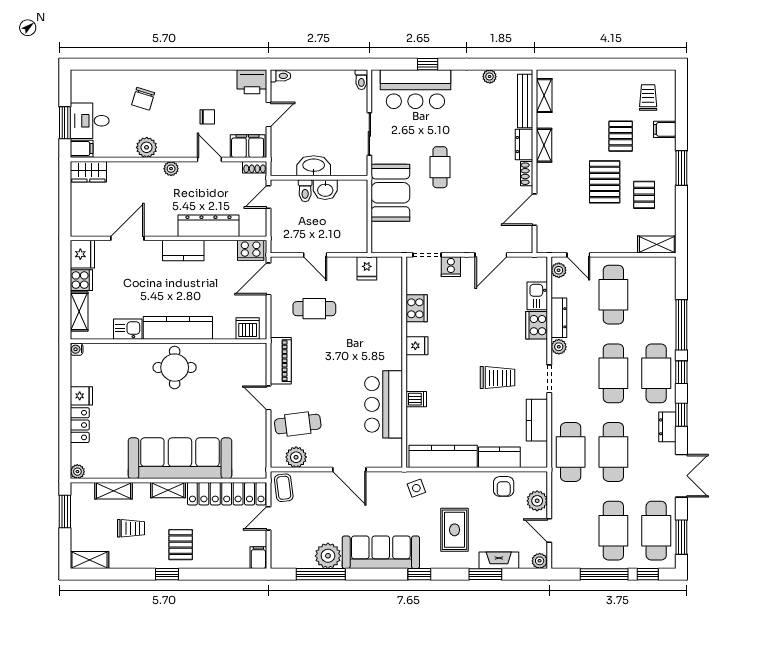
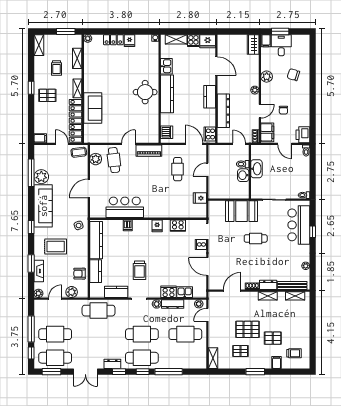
door: (535, 210) -> (232, 291), hinge flipped
cafe table: (613, 452) -> (99, 334), removed
sofa: (180, 458) -> (93, 108), width x0.54, depth x0.79

